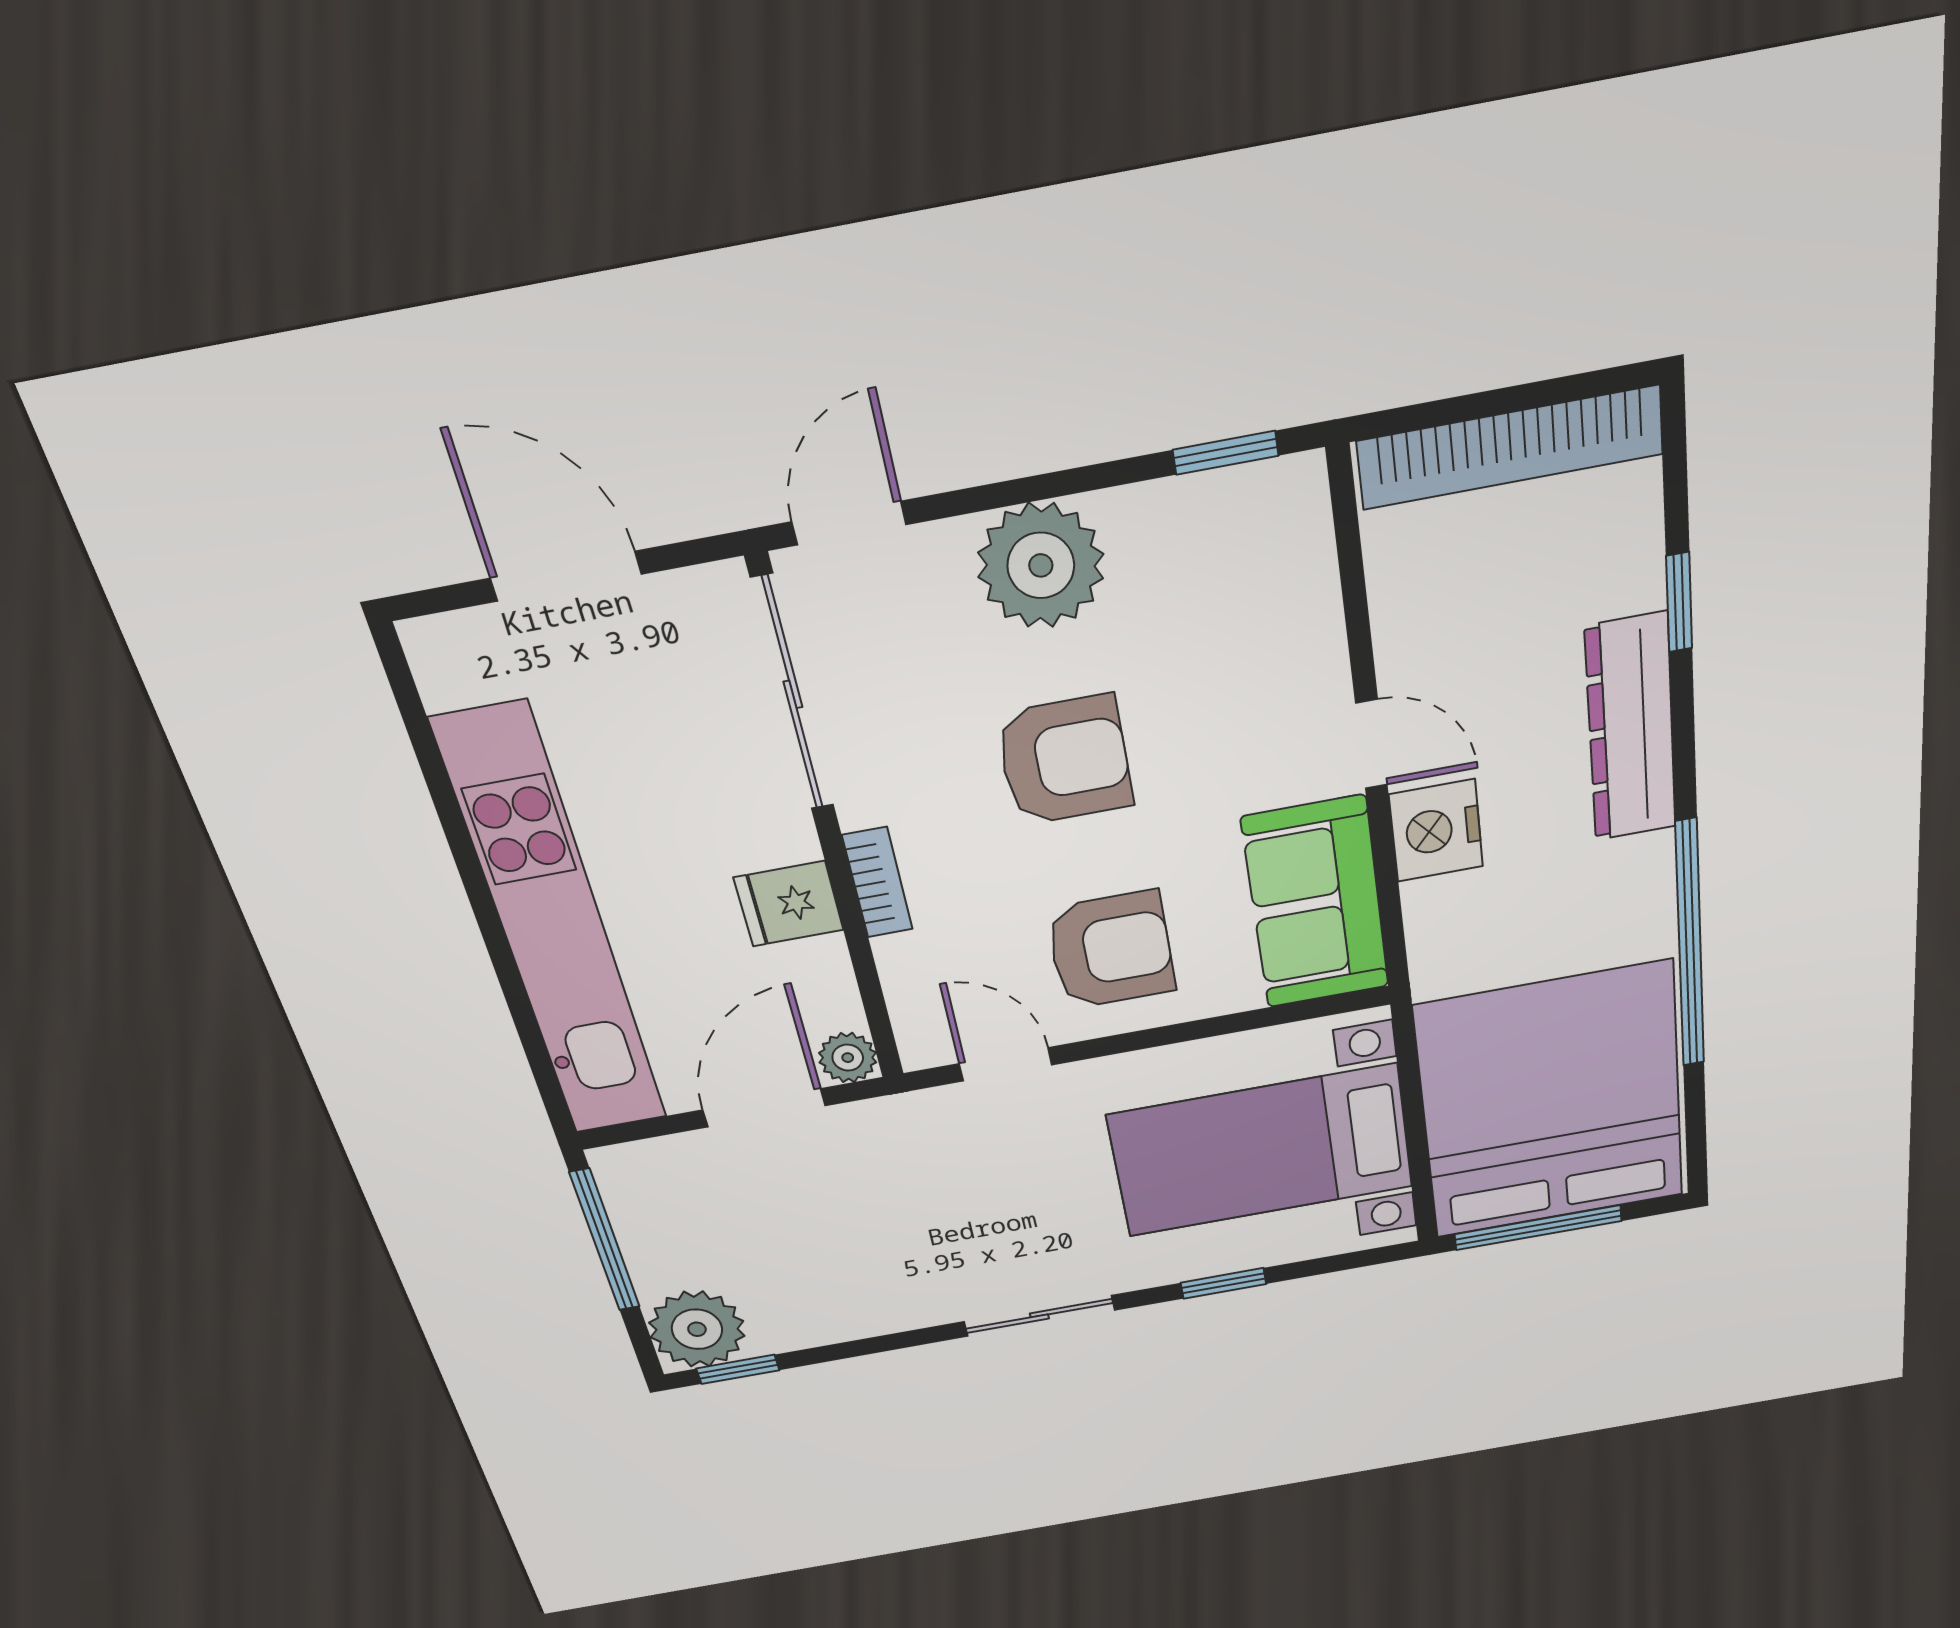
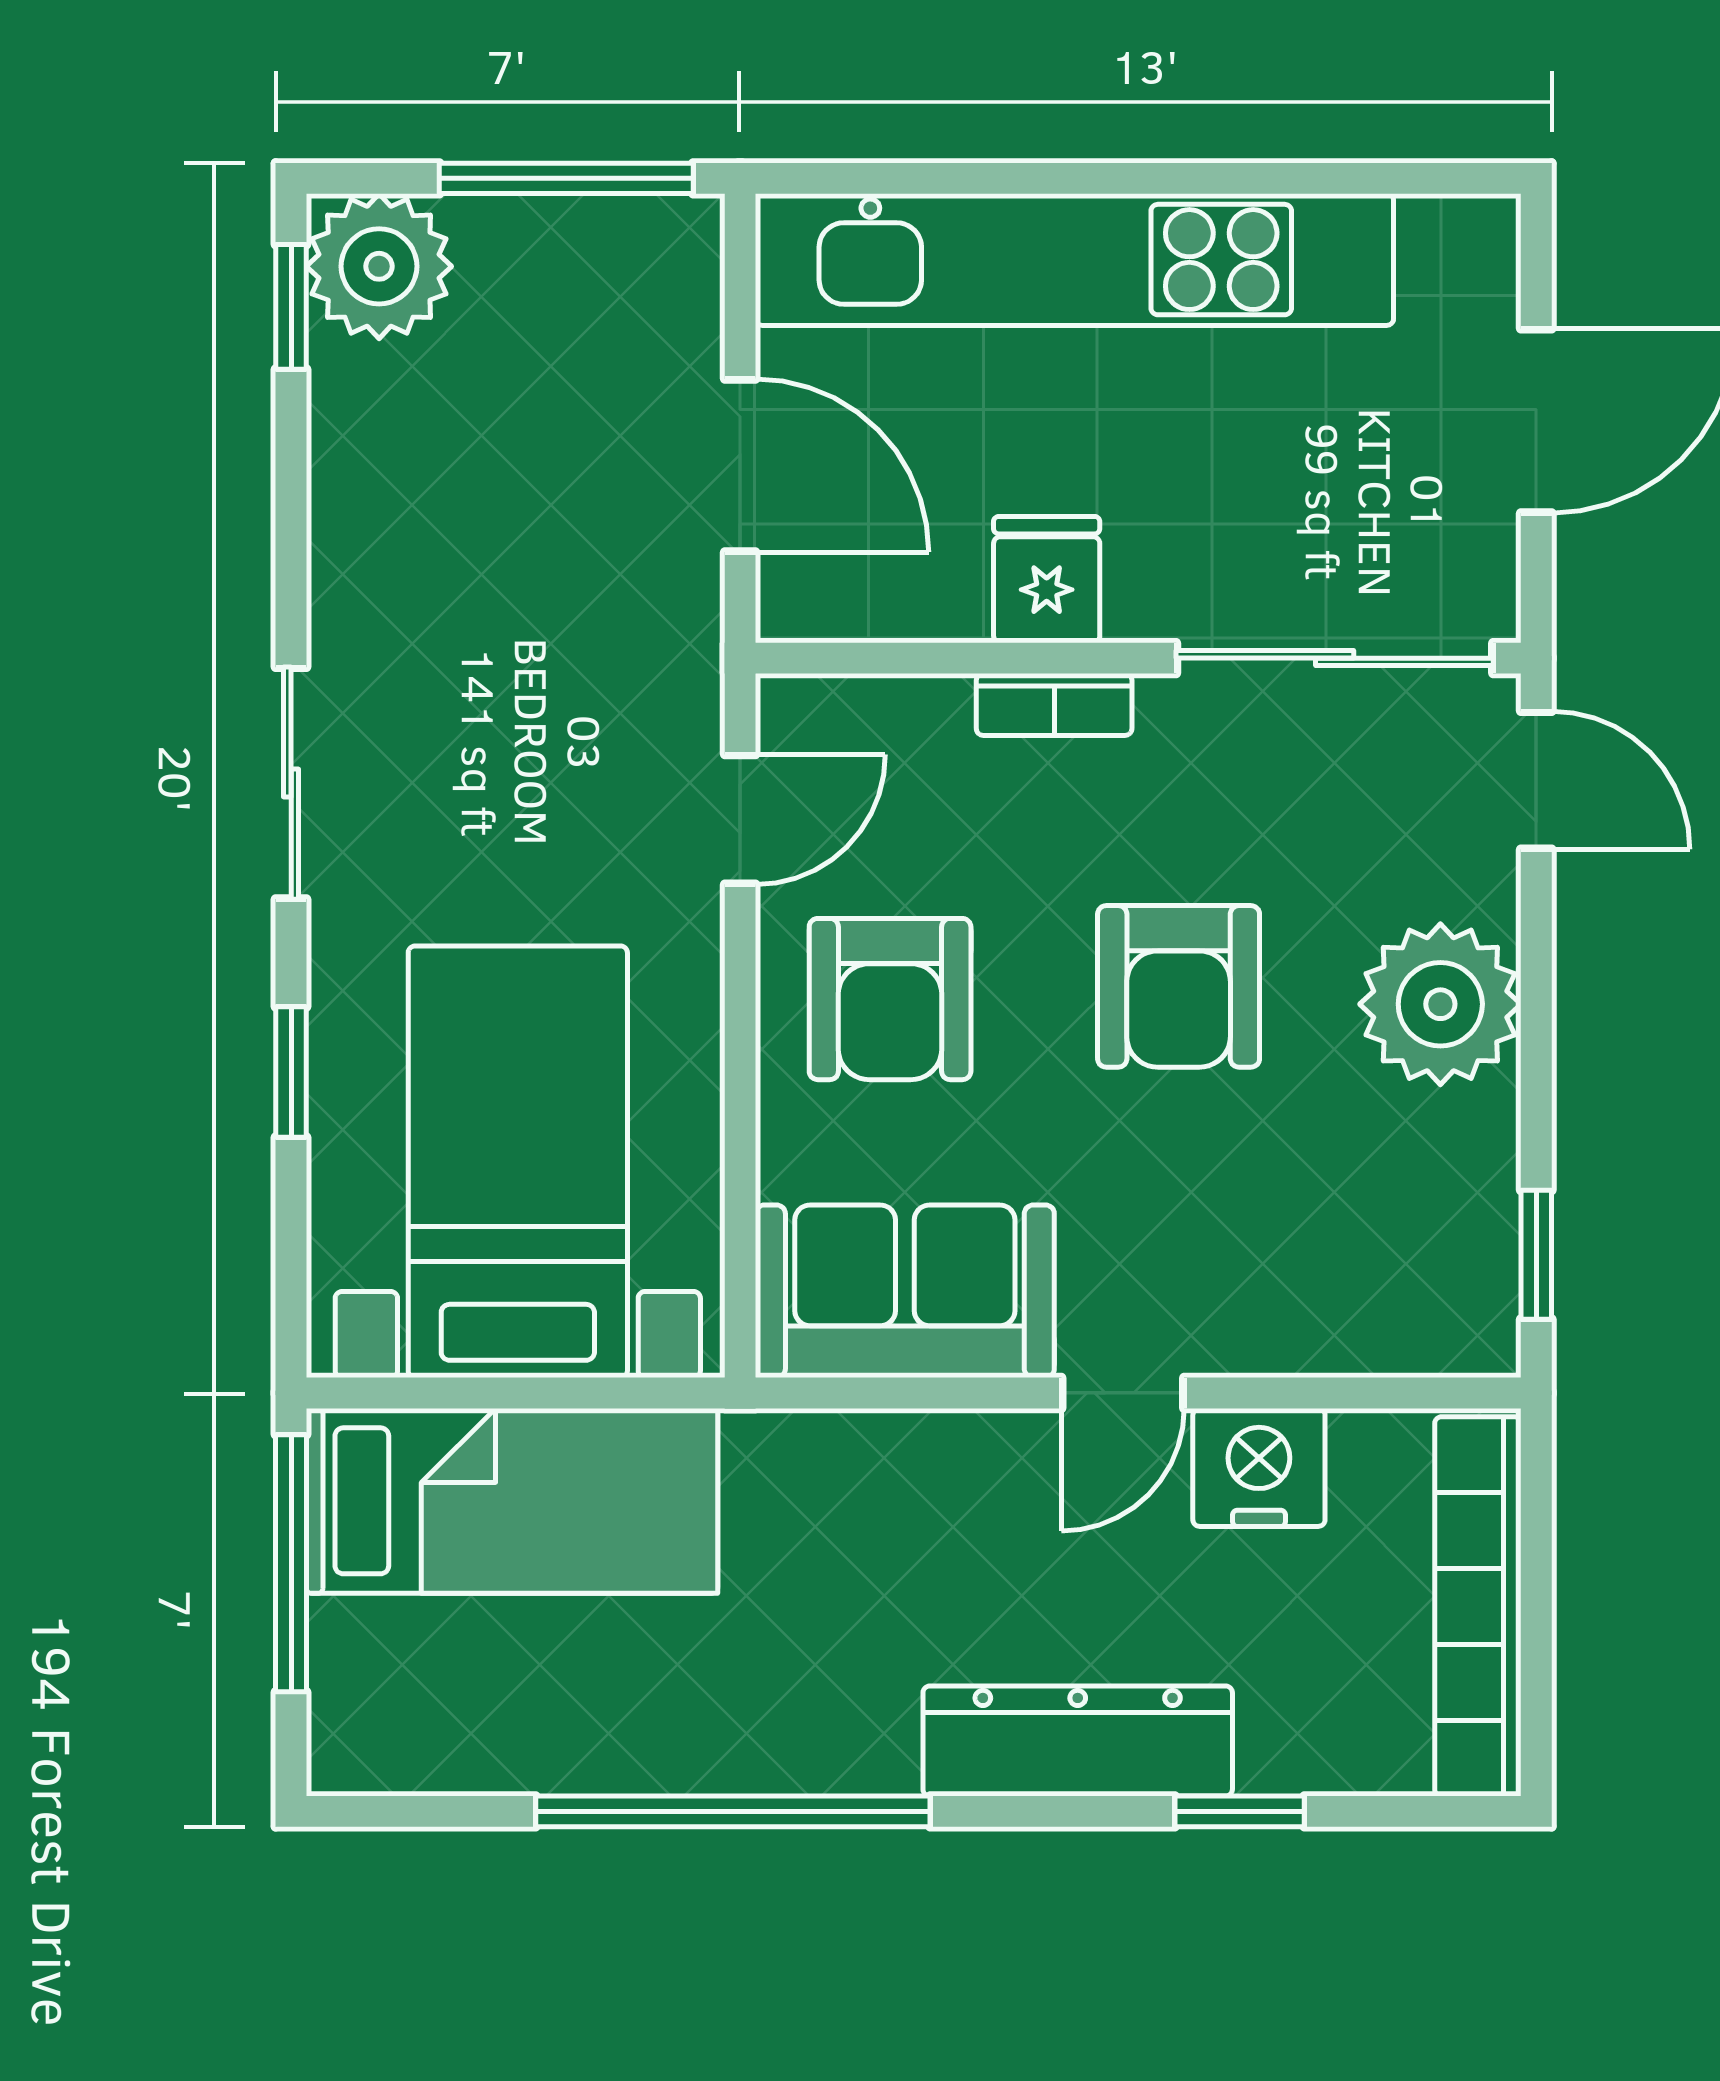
nightstand: (1436, 831) -> (1259, 1467), moved
plant: (848, 1058) -> (797, 602), removed
bed: (1551, 1103) -> (512, 1501), width x0.49

